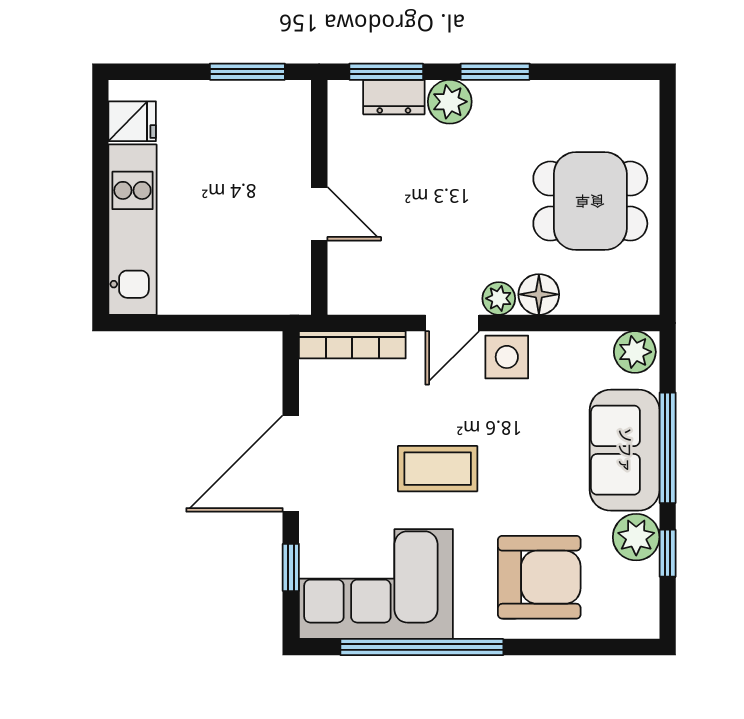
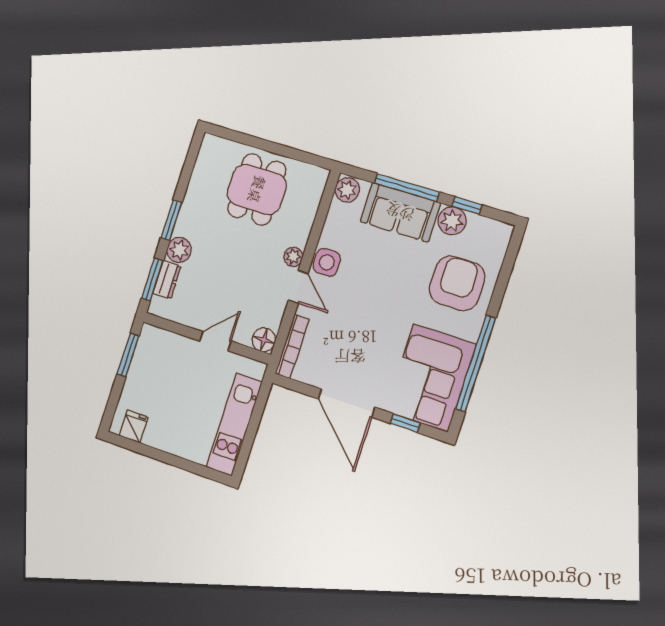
kitchen unit: (132, 230) -> (234, 425), moved, turned -90
floor lamp: (539, 294) -> (264, 340), moved
coffee table: (438, 469) -> (376, 321), removed

